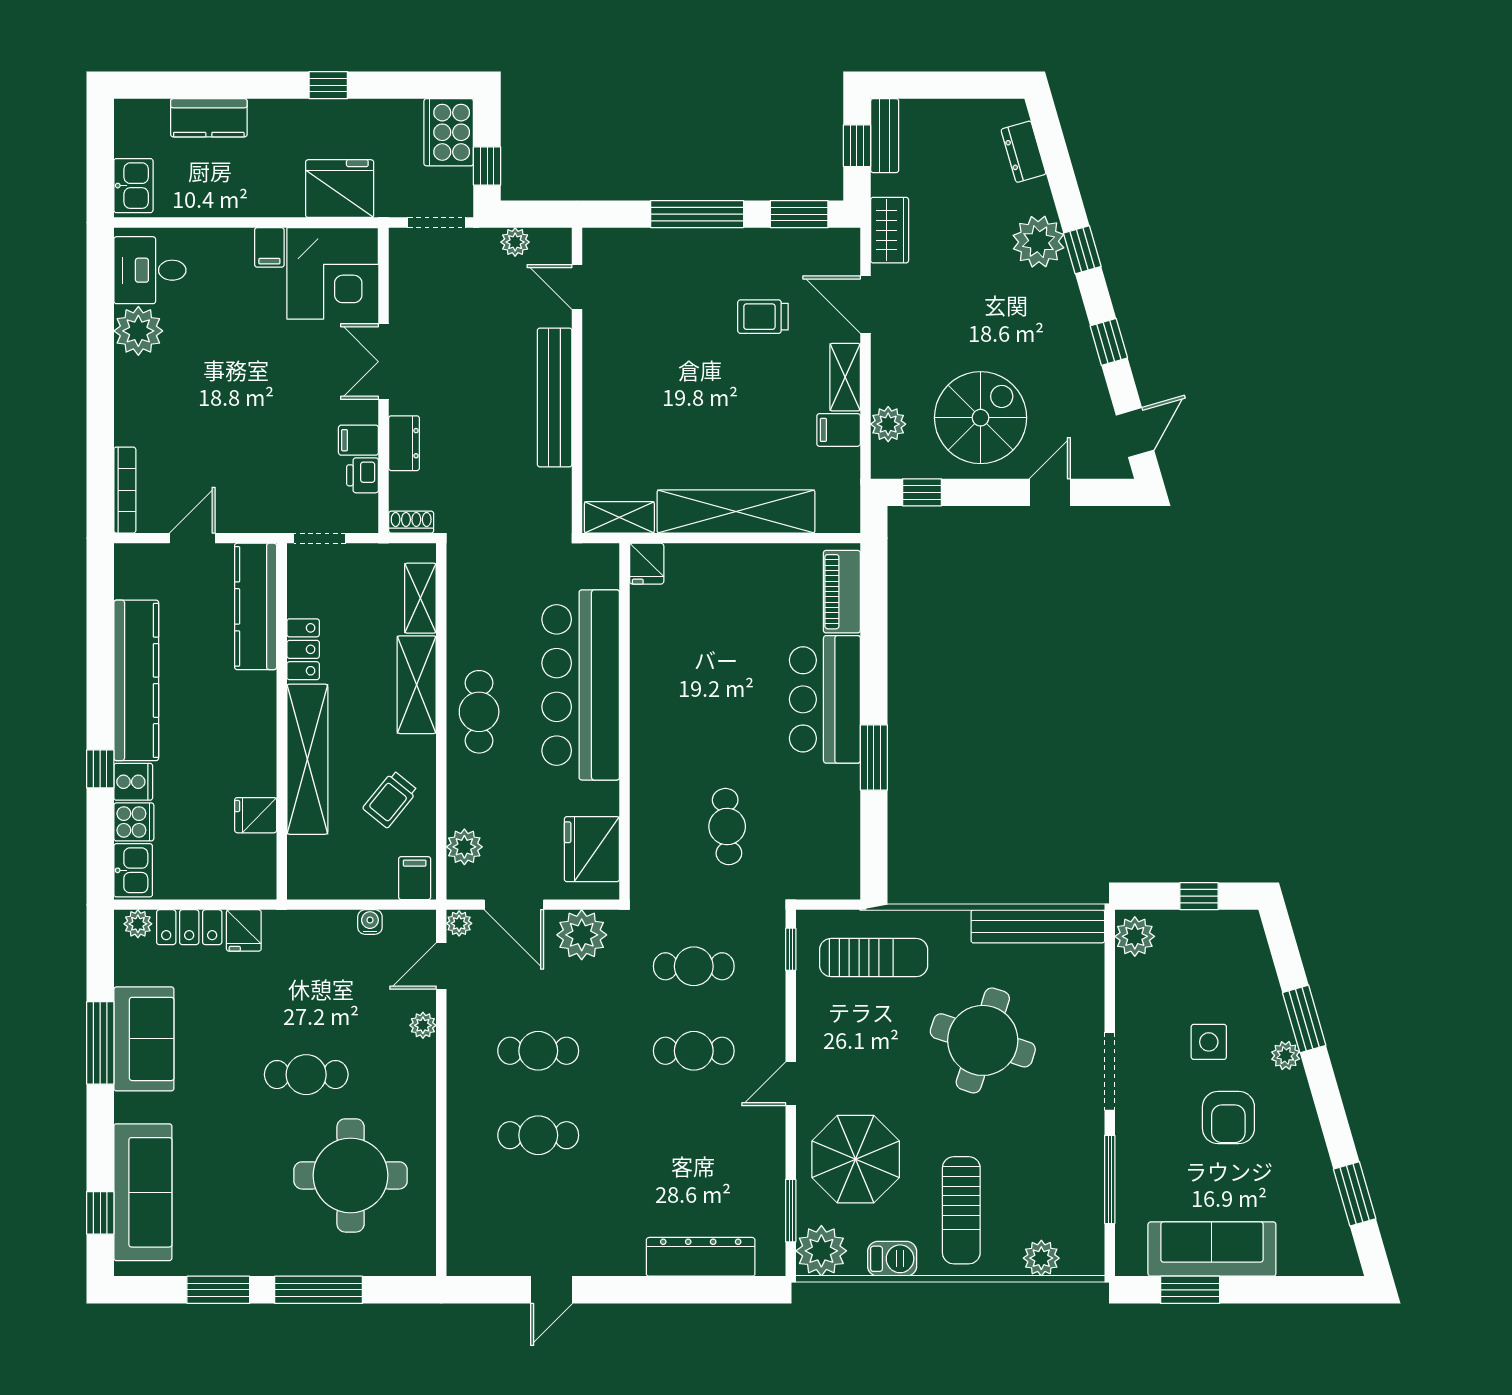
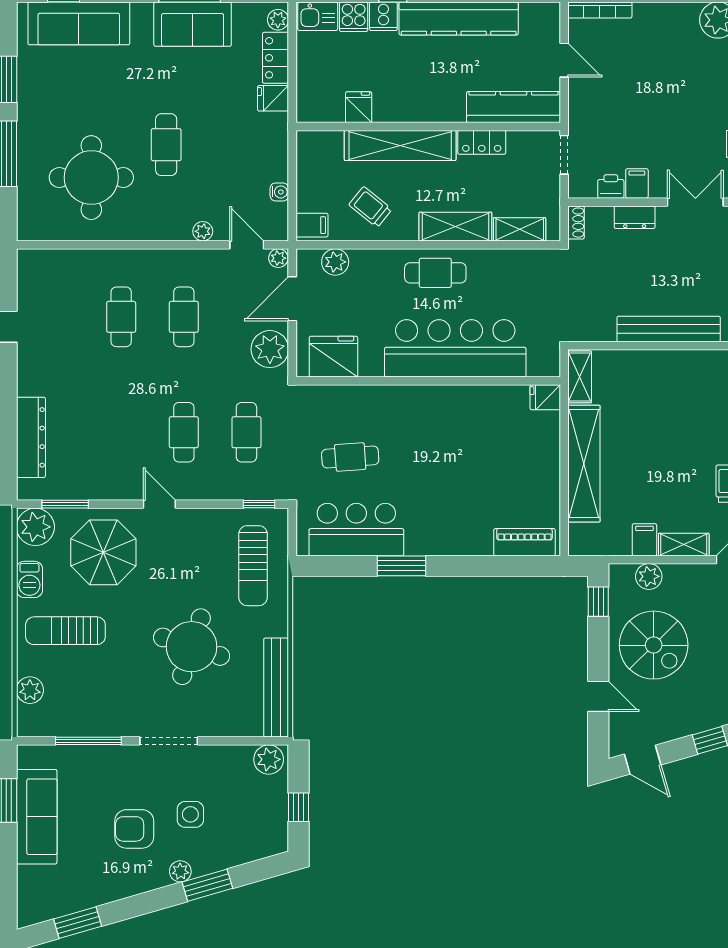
bar counter: (825, 699) -> (356, 530), moved

